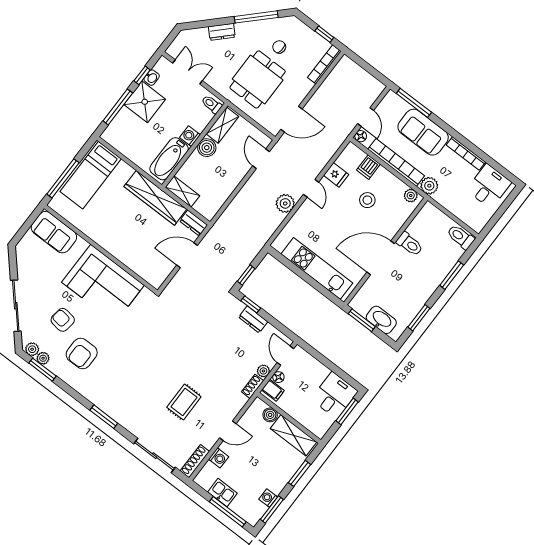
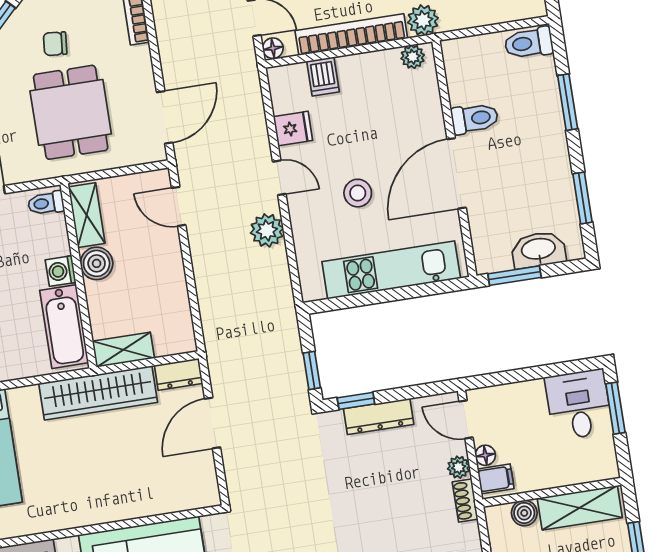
stool: (367, 200) -> (358, 193), moved
dresser: (253, 319) -> (379, 417), width x1.44

